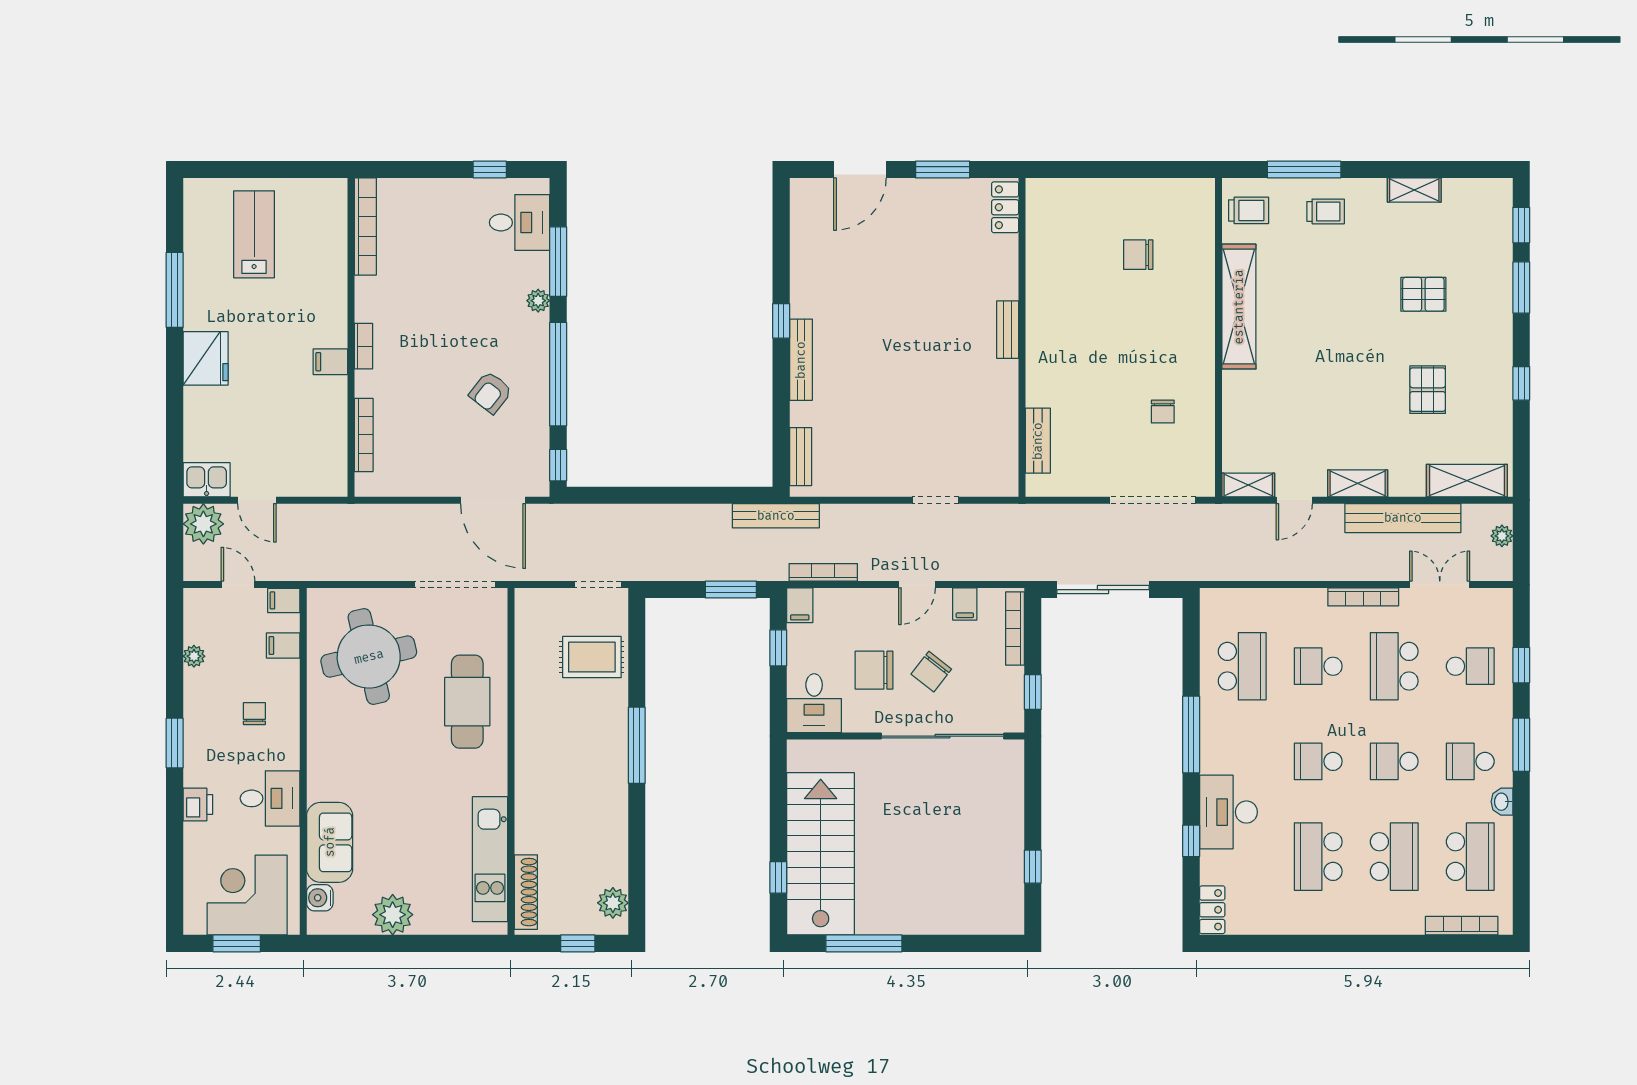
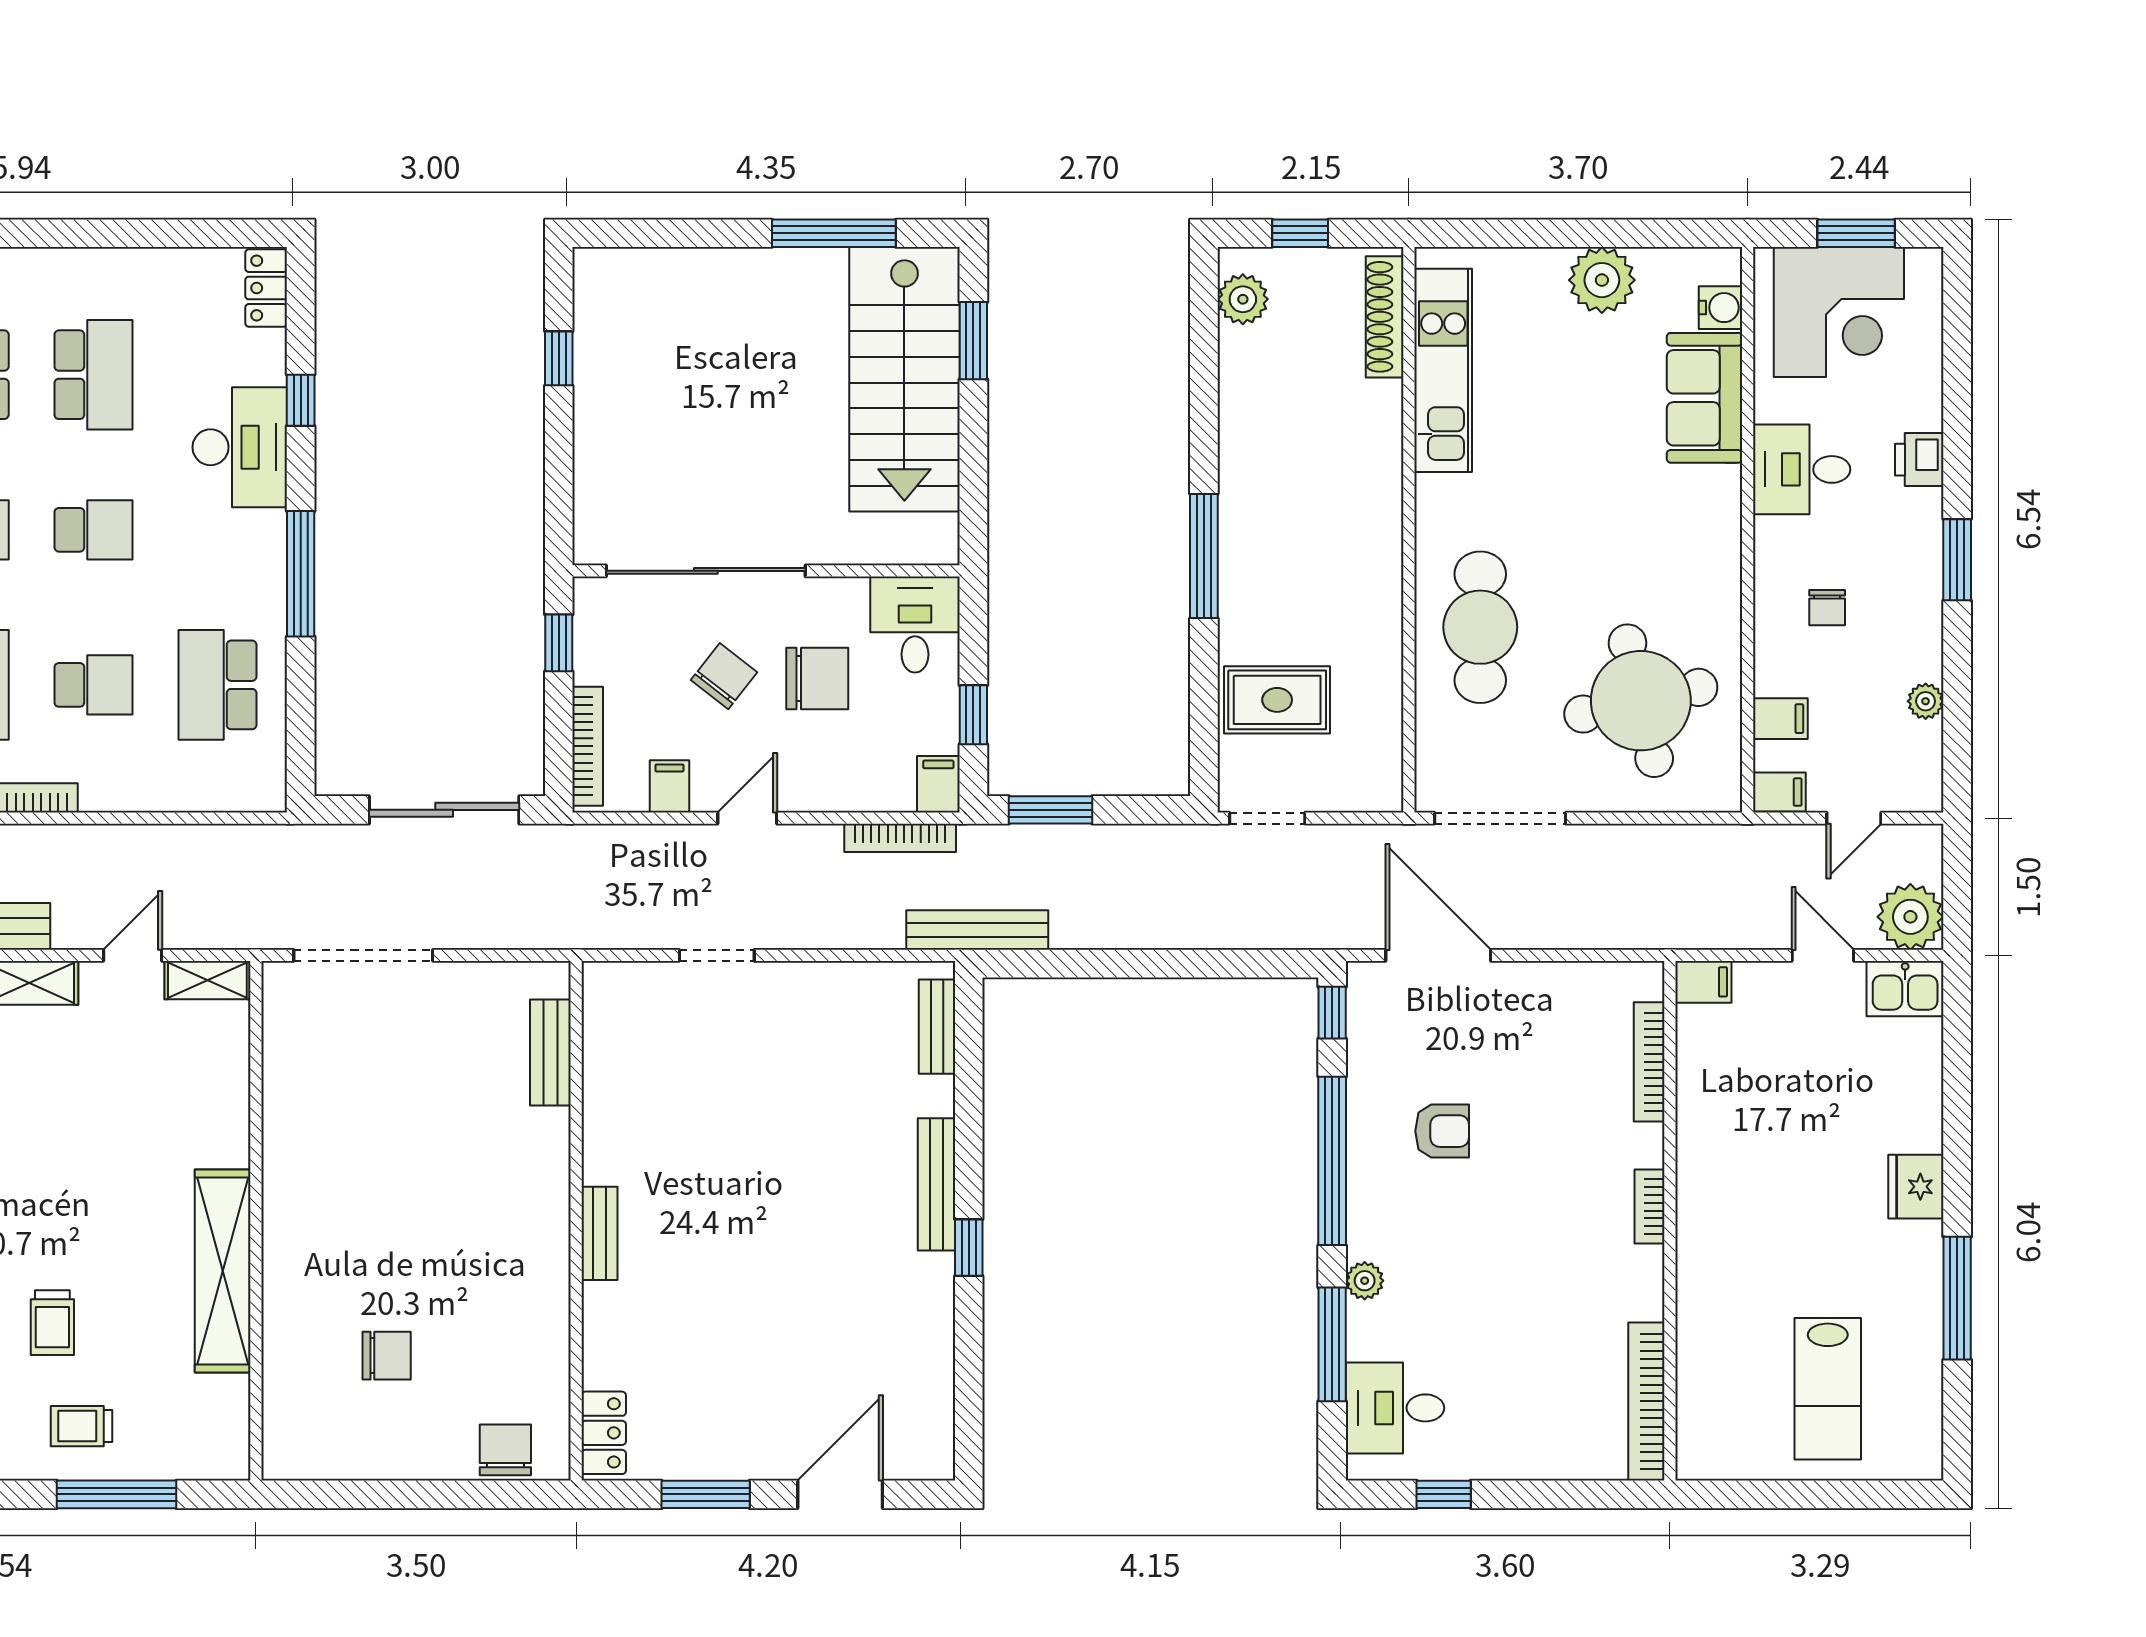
trolley: (1249, 210) -> (52, 1323), moved, turned -90
fridge: (206, 358) -> (1916, 1187), width x0.73, depth x0.75
filing cabinet: (330, 362) -> (1703, 982), moved
armchair: (491, 392) -> (1442, 1131), turned 52
chair: (1163, 412) -> (505, 1450), moved, width x1.37, depth x1.37
door: (238, 584) -> (1854, 818), hinge flipped
window: (778, 877) -> (973, 341), width x1.50

